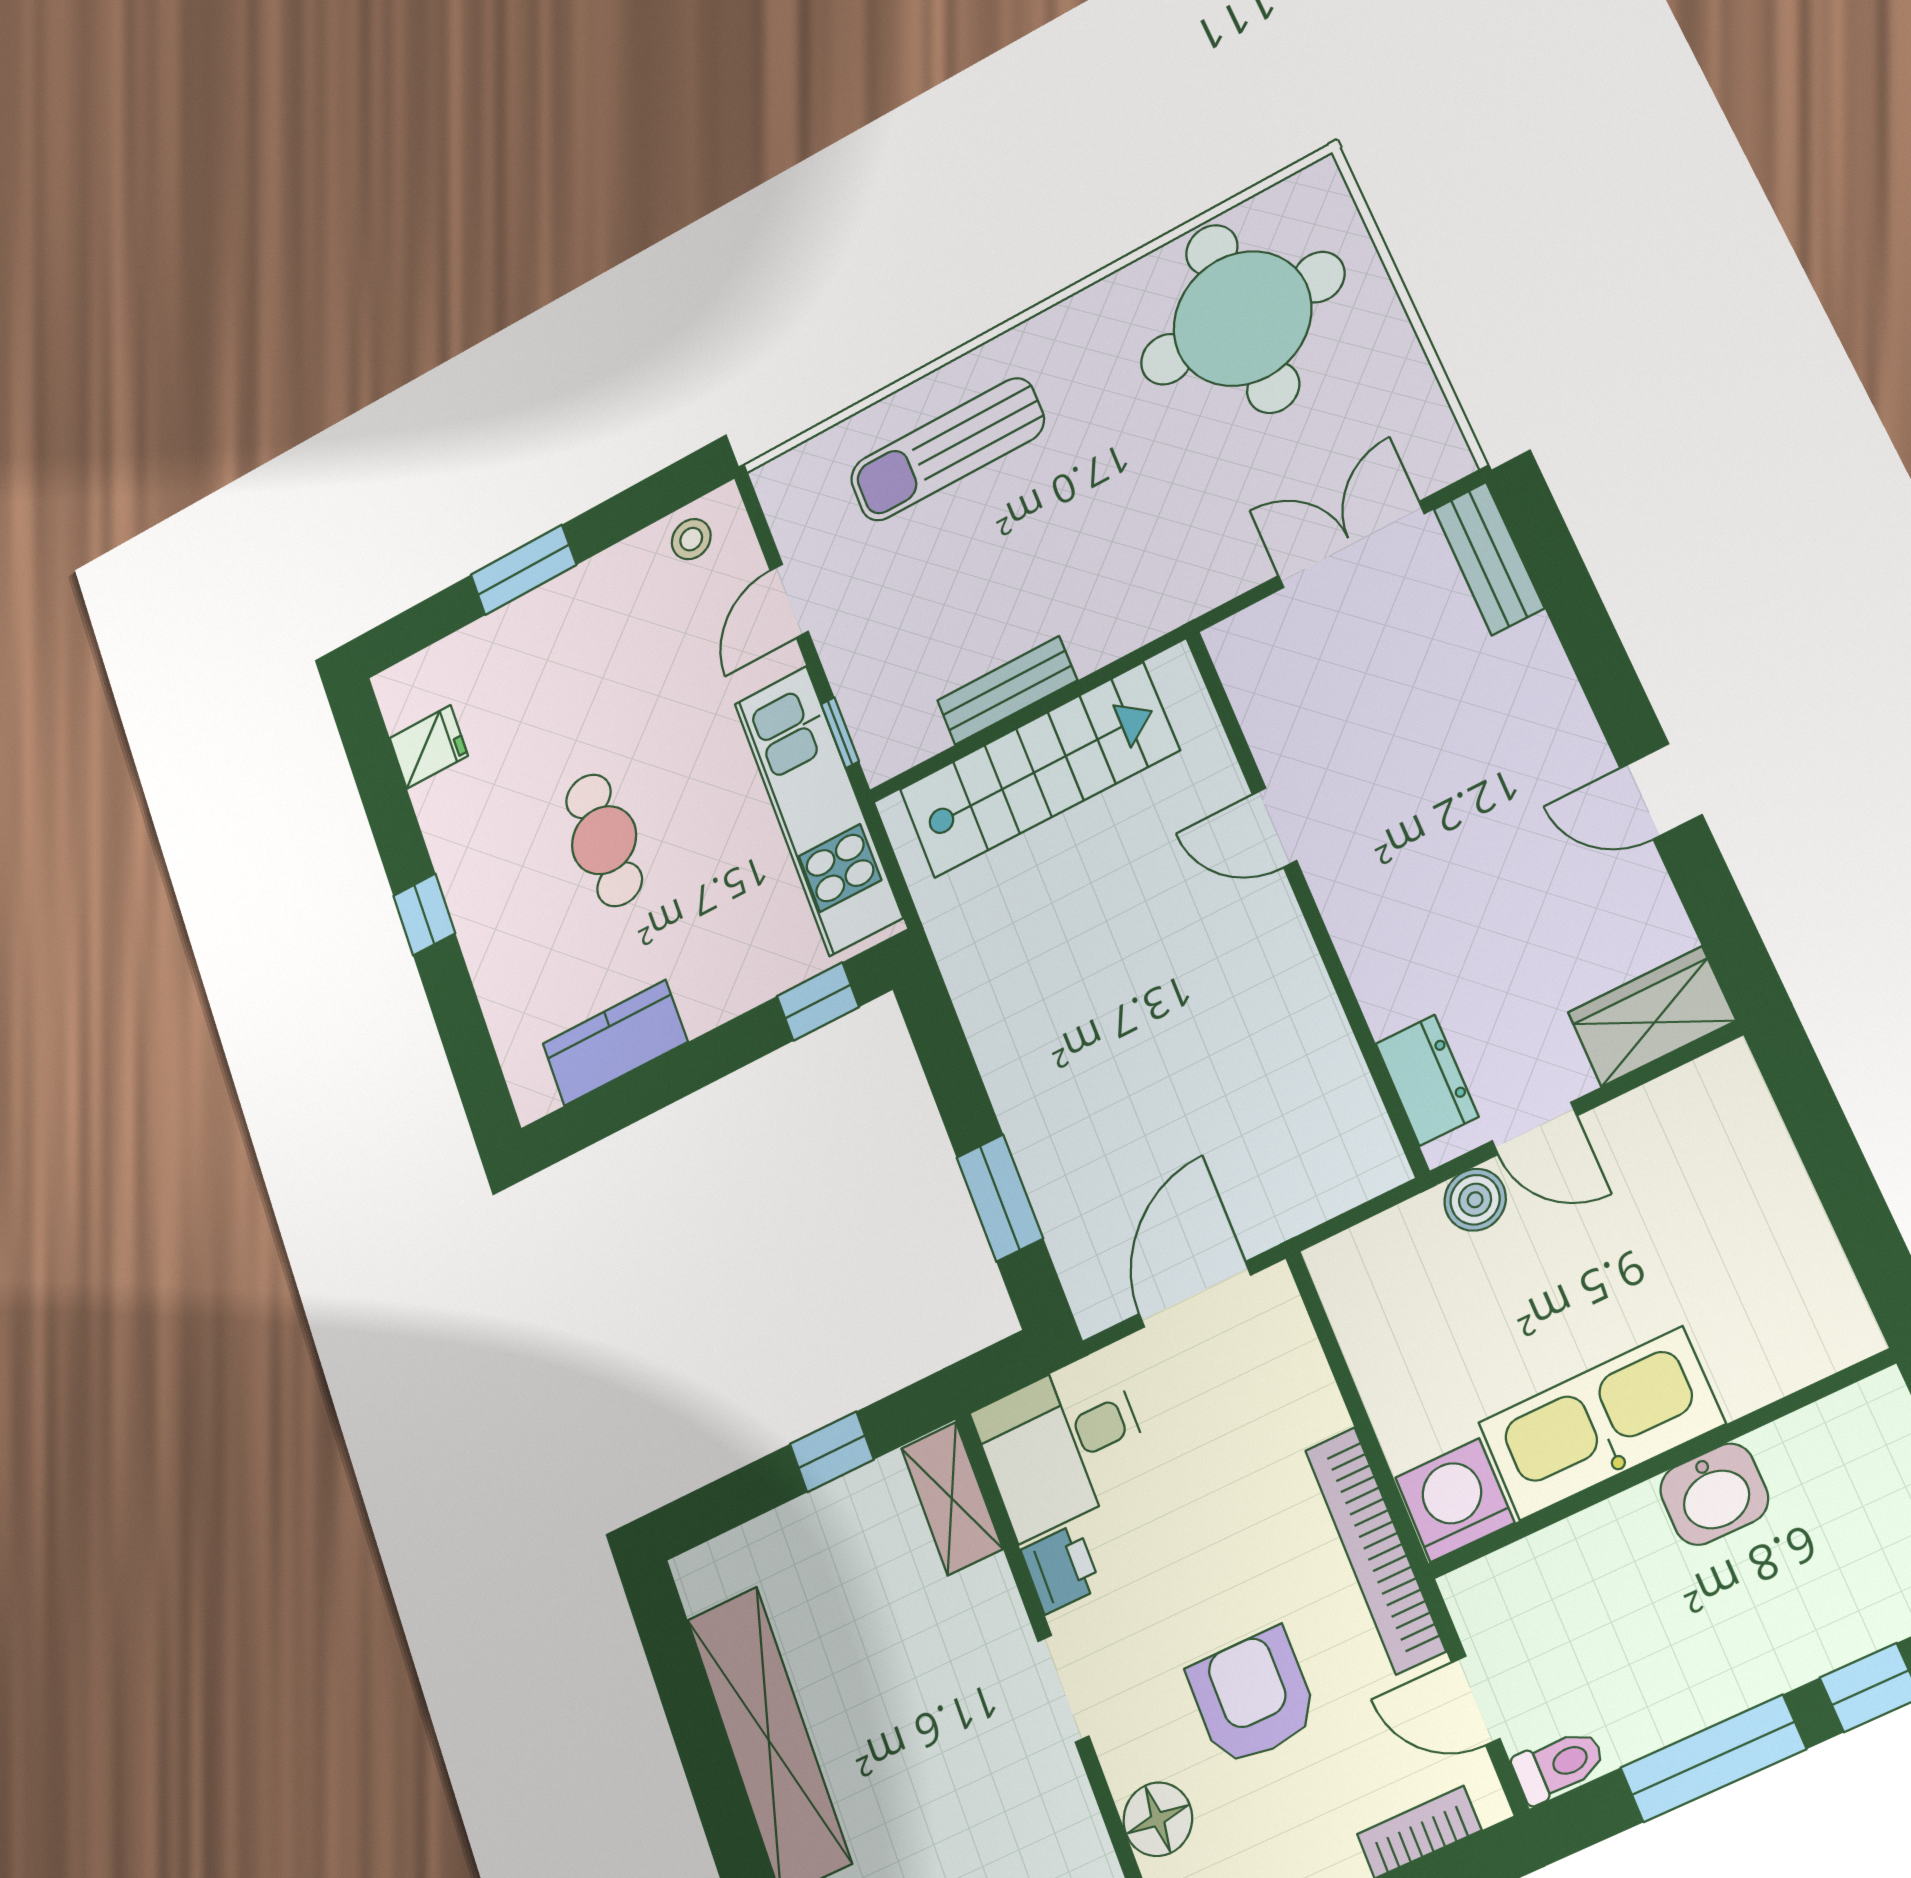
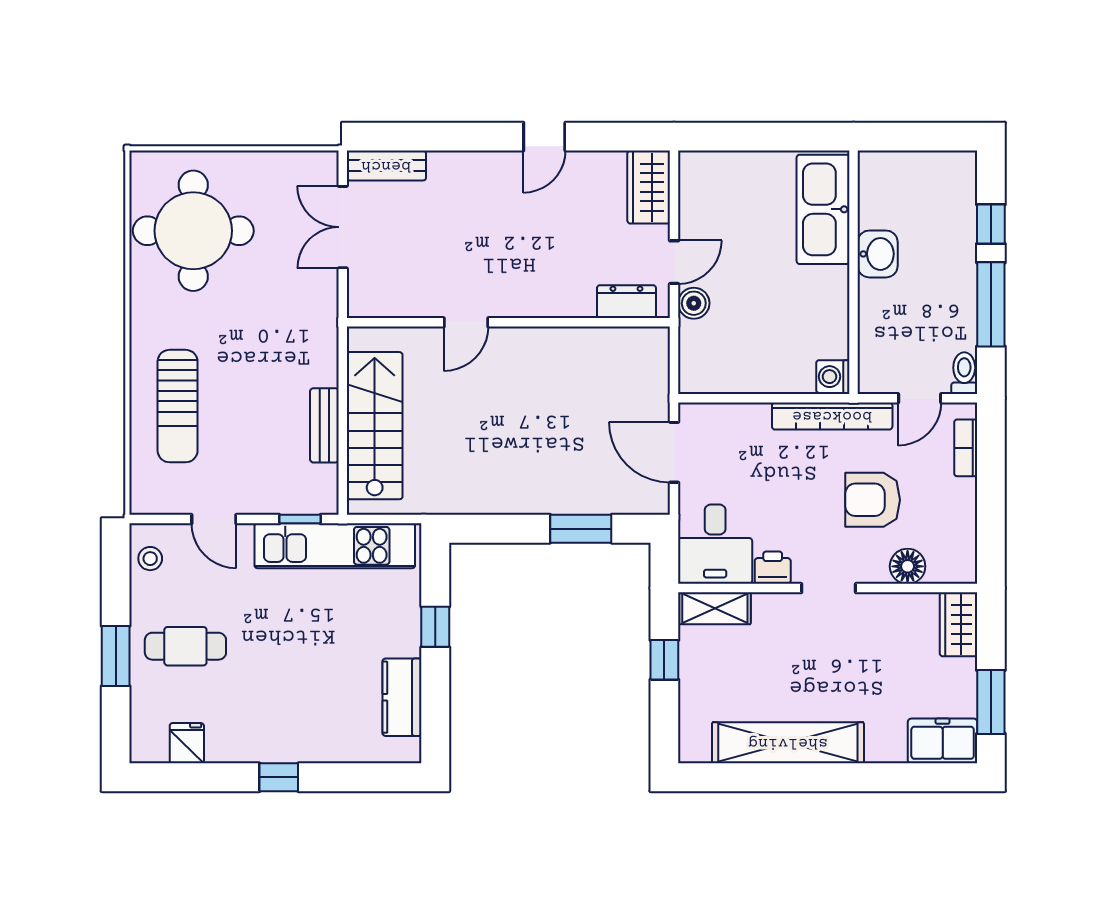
cafe table: (604, 840) -> (185, 646), moved
window: (818, 1002) -> (435, 627), moved
kitchen sink: (1601, 1423) -> (823, 209), moved
washing machine: (1455, 1500) -> (833, 377), width x0.73, depth x0.73

